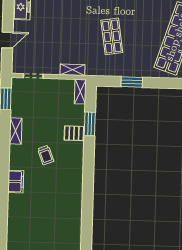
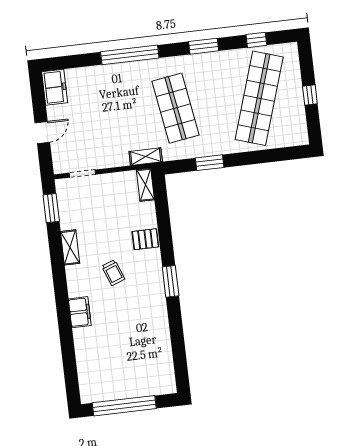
shop shelf: (112, 36) -> (175, 108), width x1.43, depth x1.36
shelving: (72, 70) -> (146, 157), moved
window: (90, 124) -> (171, 281), moved

